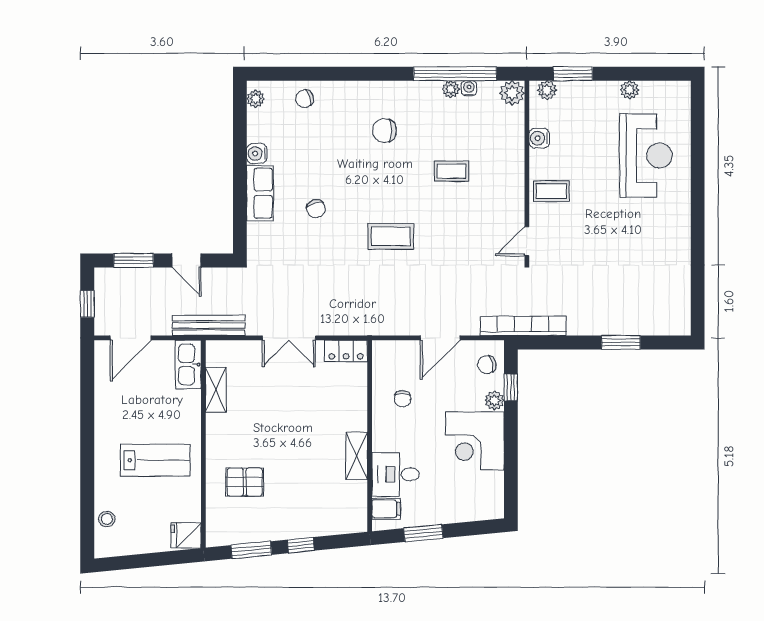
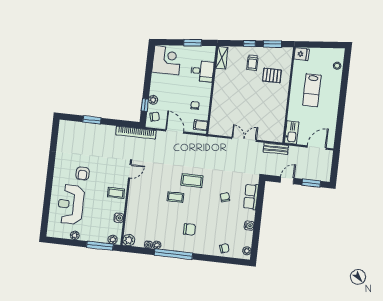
window: (455, 74) -> (174, 254), moved
window: (573, 74) -> (100, 246), width x1.44
coffee table: (452, 171) -> (175, 197), moved
row of seats: (260, 193) -> (251, 197), moved
armchair: (628, 225) -> (83, 173), added
door: (186, 260) -> (287, 180), hinge flipped
window: (87, 304) -> (335, 166), removed
bench: (209, 325) -> (276, 149), width x0.73
door: (440, 338) -> (175, 131), hinge flipped
locker: (346, 351) -> (219, 130), removed
shelving: (216, 390) -> (280, 119), removed
corner desk: (475, 441) -> (167, 60), moved
shelving: (357, 456) -> (222, 58), moved
lab bench: (155, 460) -> (312, 90), turned -90
trolley: (290, 505) -> (252, 63), added
filing cabinet: (386, 509) -> (200, 125), moved

